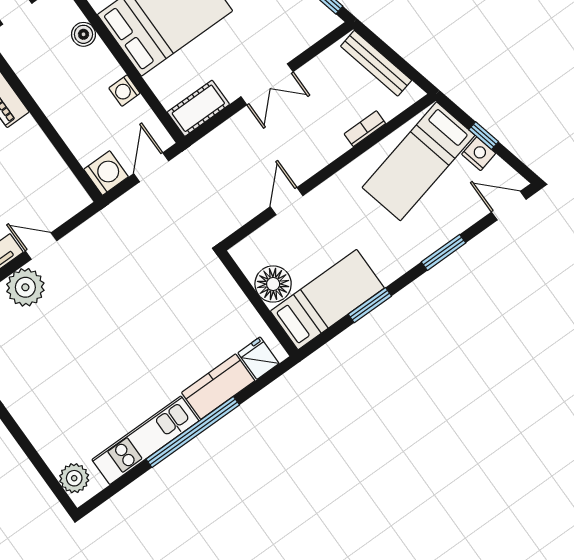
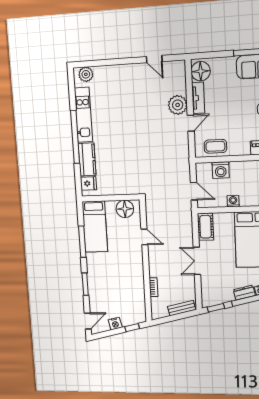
bench: (376, 63) -> (182, 308), width x0.73
window: (484, 136) -> (132, 328), moved
bed: (418, 161) -> (127, 299), removed
washing machine: (106, 173) -> (221, 170), moved
coffee table: (53, 180) -> (215, 146), added
floor lamp: (273, 284) -> (125, 209), moved
window: (370, 305) -> (82, 242), width x1.44

